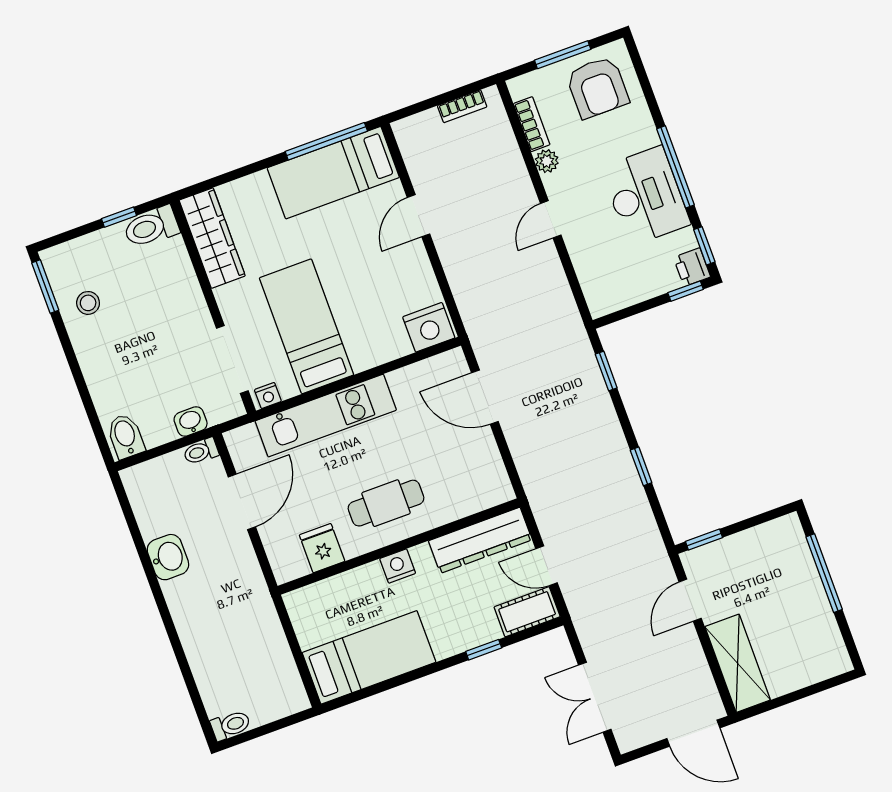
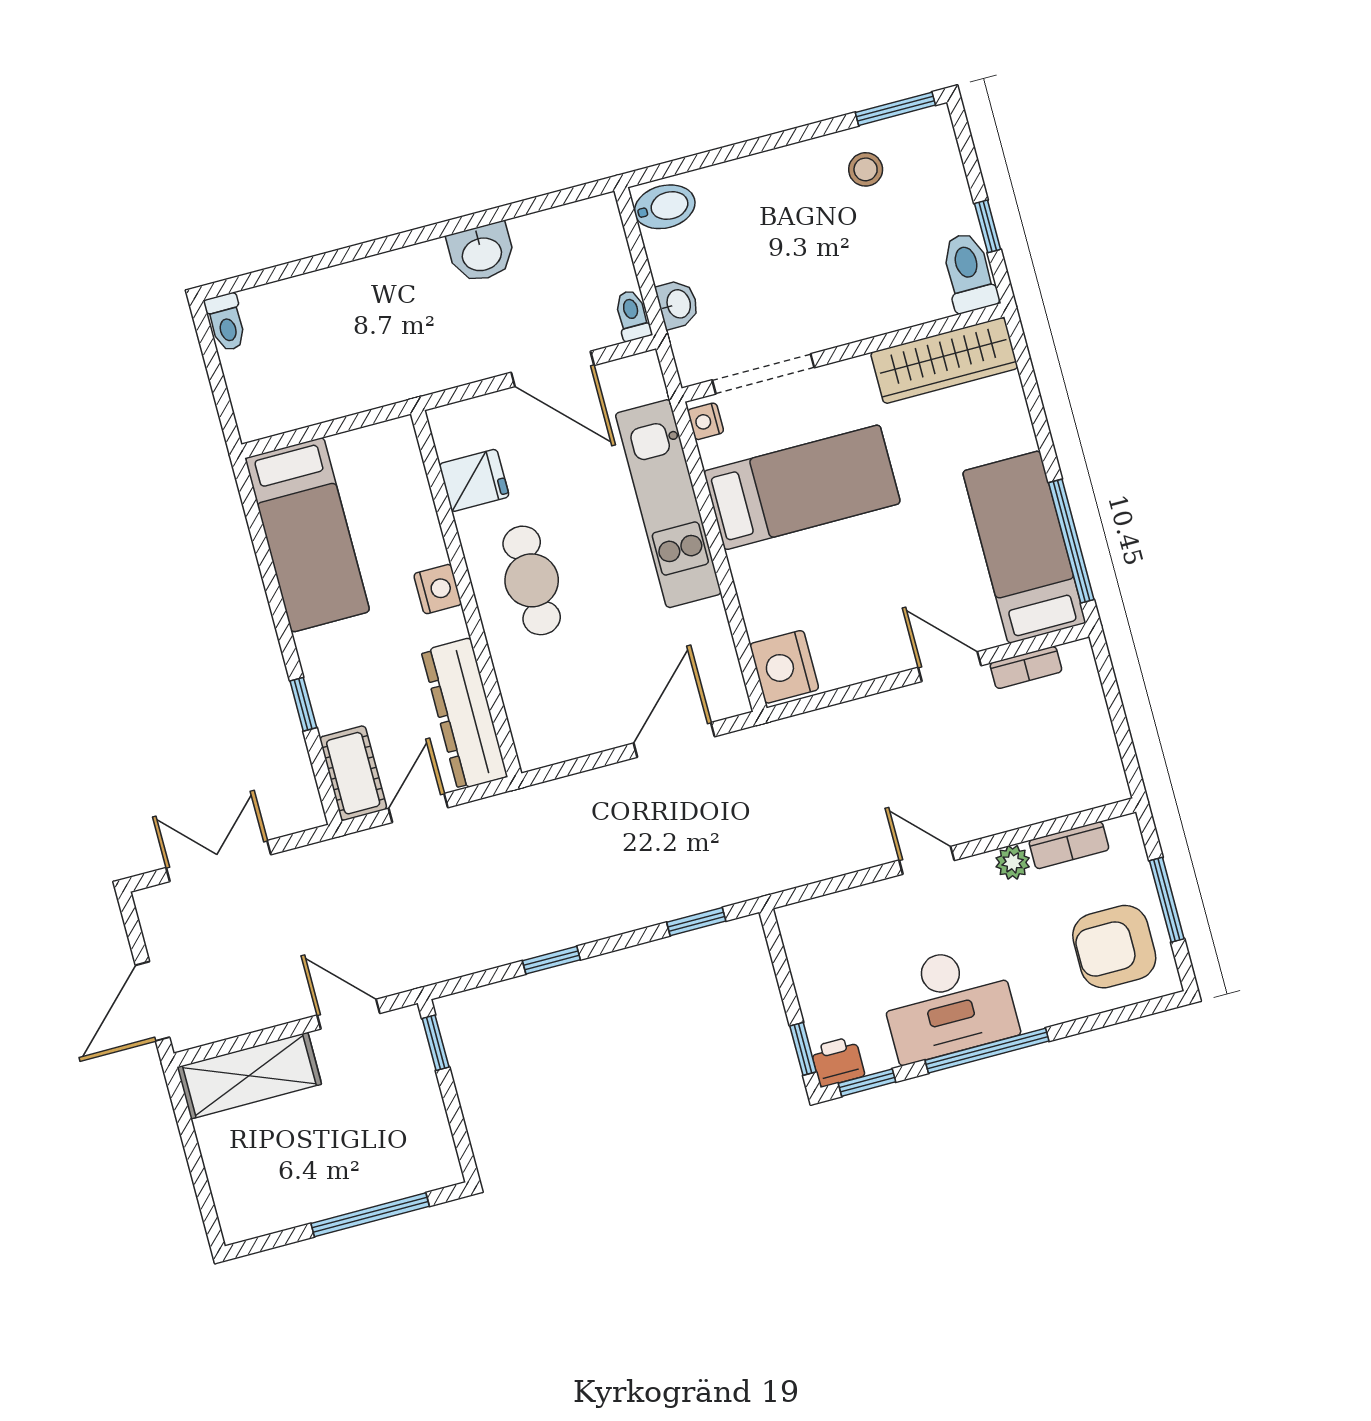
bookcase: (462, 106) -> (1026, 667), moved, turned -90

